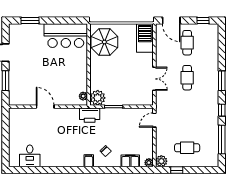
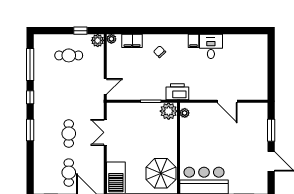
desk: (30, 156) -> (211, 46), moved
filing cabinet: (89, 161) -> (193, 41), moved

